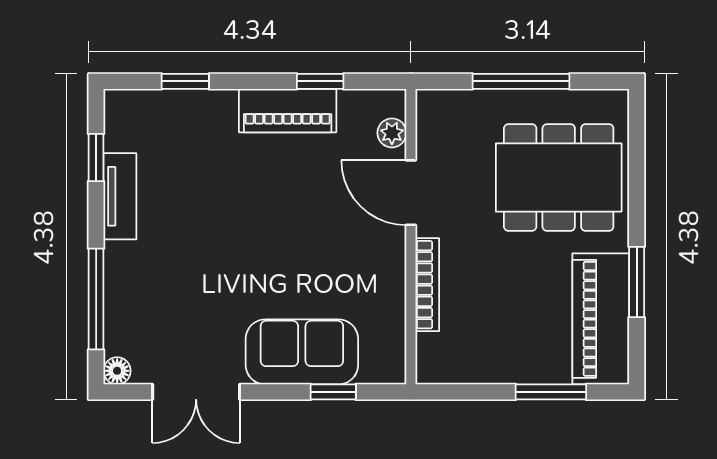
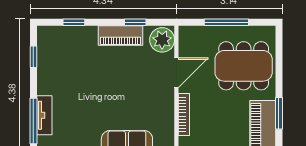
plant: (392, 133) -> (162, 40), width x1.88, depth x1.88
door: (411, 193) -> (176, 73), swing flipped
tv unit: (120, 196) -> (44, 115), moved

